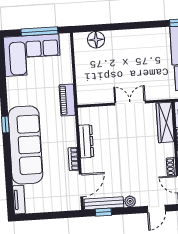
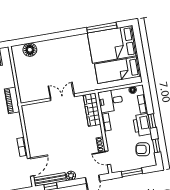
dresser: (86, 141) -> (31, 132), removed

